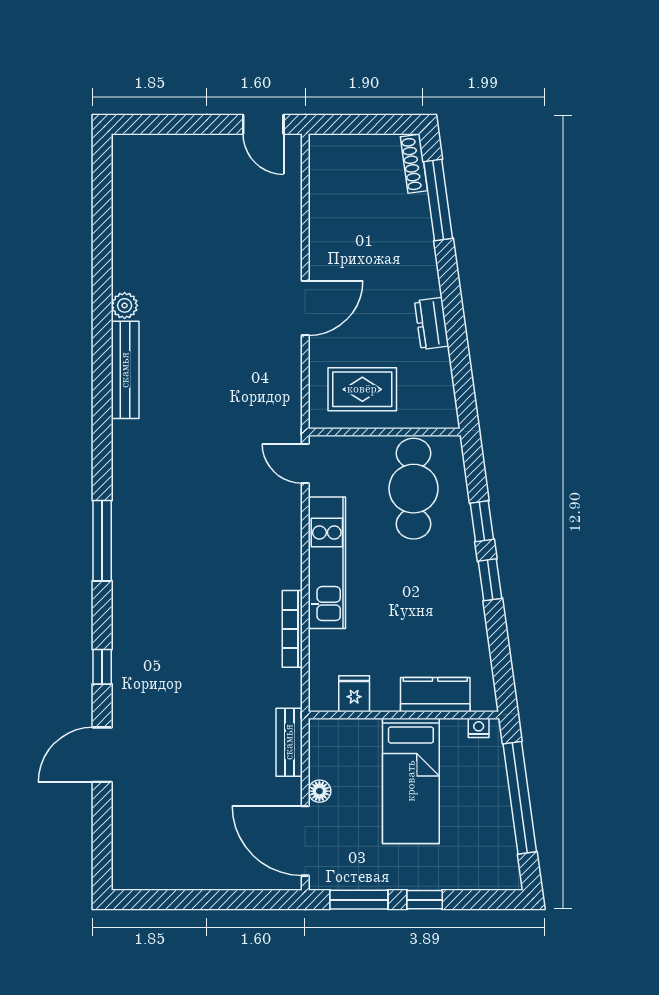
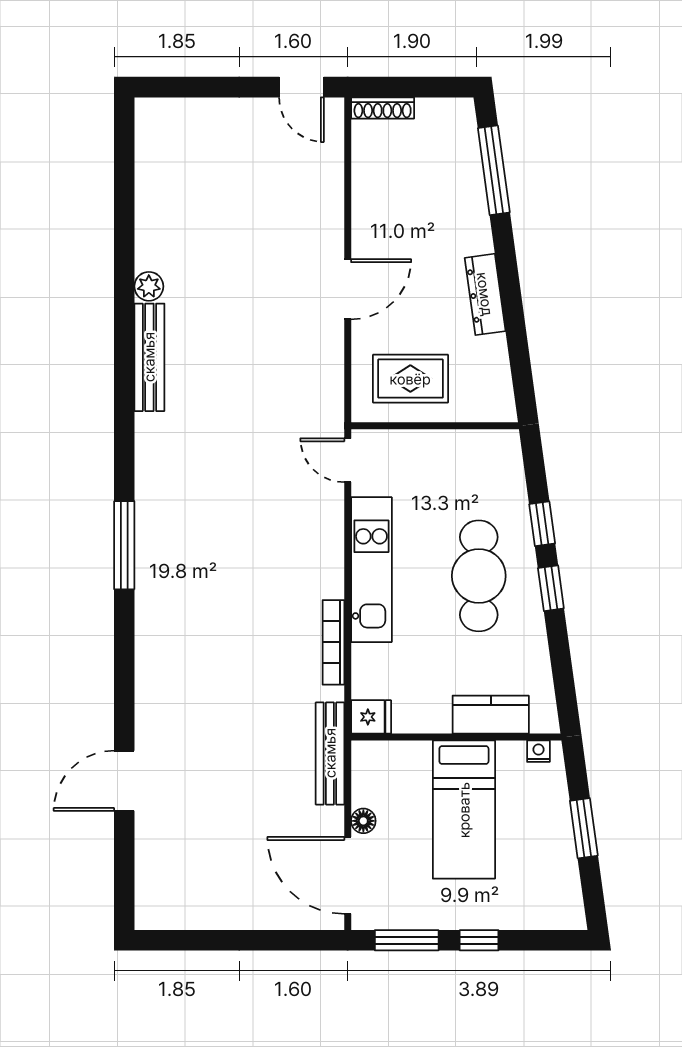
shoe rack: (414, 164) -> (383, 108), moved, turned -82
dresser: (432, 323) -> (485, 294), width x1.44
cafe table: (413, 489) -> (479, 576), moved
window: (102, 667) -> (124, 684), removed
fridge: (354, 694) -> (371, 717), moved, turned 90
bench: (289, 742) -> (330, 753), width x1.36
window: (520, 798) -> (584, 828), width x0.47

